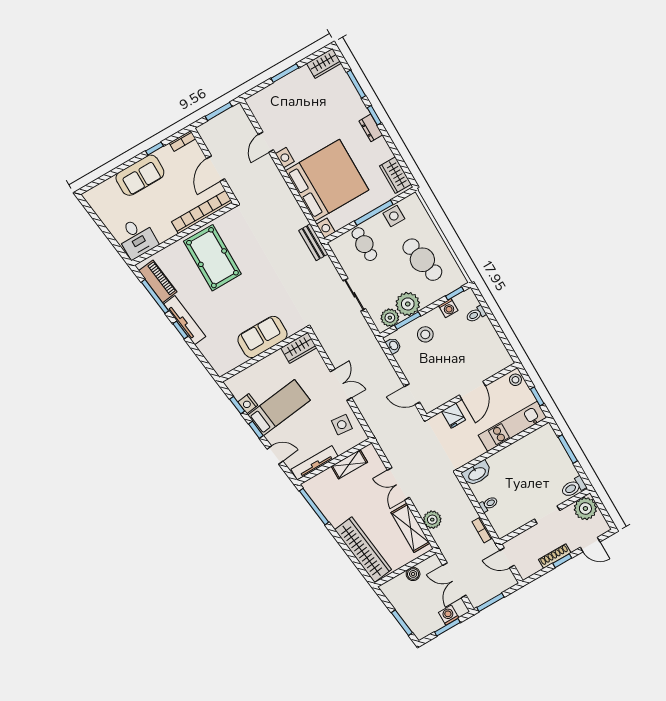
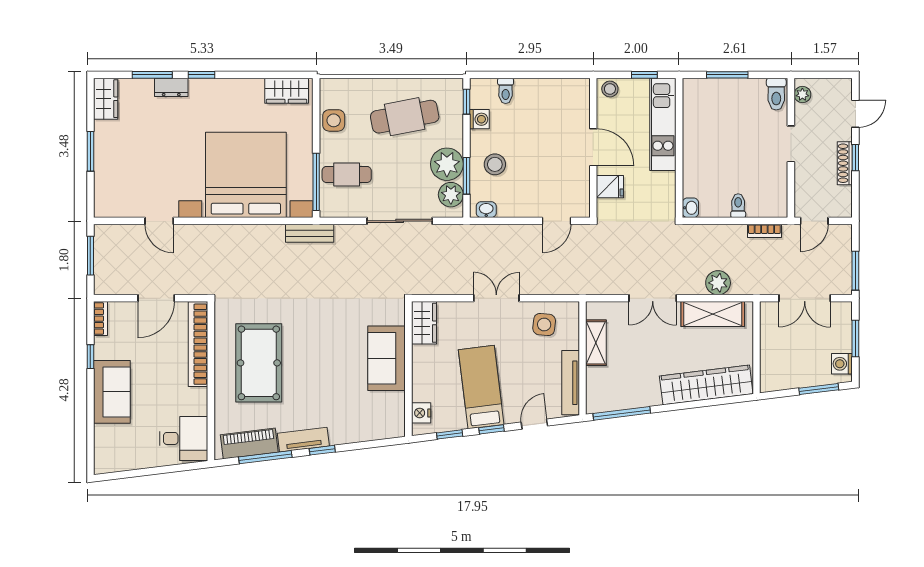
dresser: (371, 128) -> (171, 87), moved
door: (216, 169) -> (156, 298), hinge flipped
window: (374, 213) -> (316, 182), moved
pool table: (212, 258) -> (259, 363), turned 90
sliding door: (354, 295) -> (400, 221), width x1.37
tv unit: (185, 320) -> (303, 440), width x0.71
nightstand: (248, 404) -> (421, 413), moved, turned 97
washbasin: (477, 473) -> (690, 208), width x0.52, depth x0.69
plant: (585, 509) -> (802, 95), width x0.53, depth x0.53
boiler: (413, 574) -> (769, 343), removed
washing machine: (449, 615) -> (842, 364), moved

